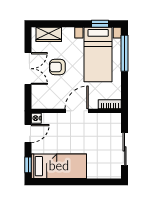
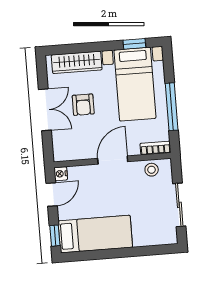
wardrobe: (49, 34) -> (77, 62), width x1.50
window: (125, 53) -> (172, 107), moved
armchair: (57, 67) -> (83, 105), turned -90
stool: (106, 121) -> (152, 170), added

